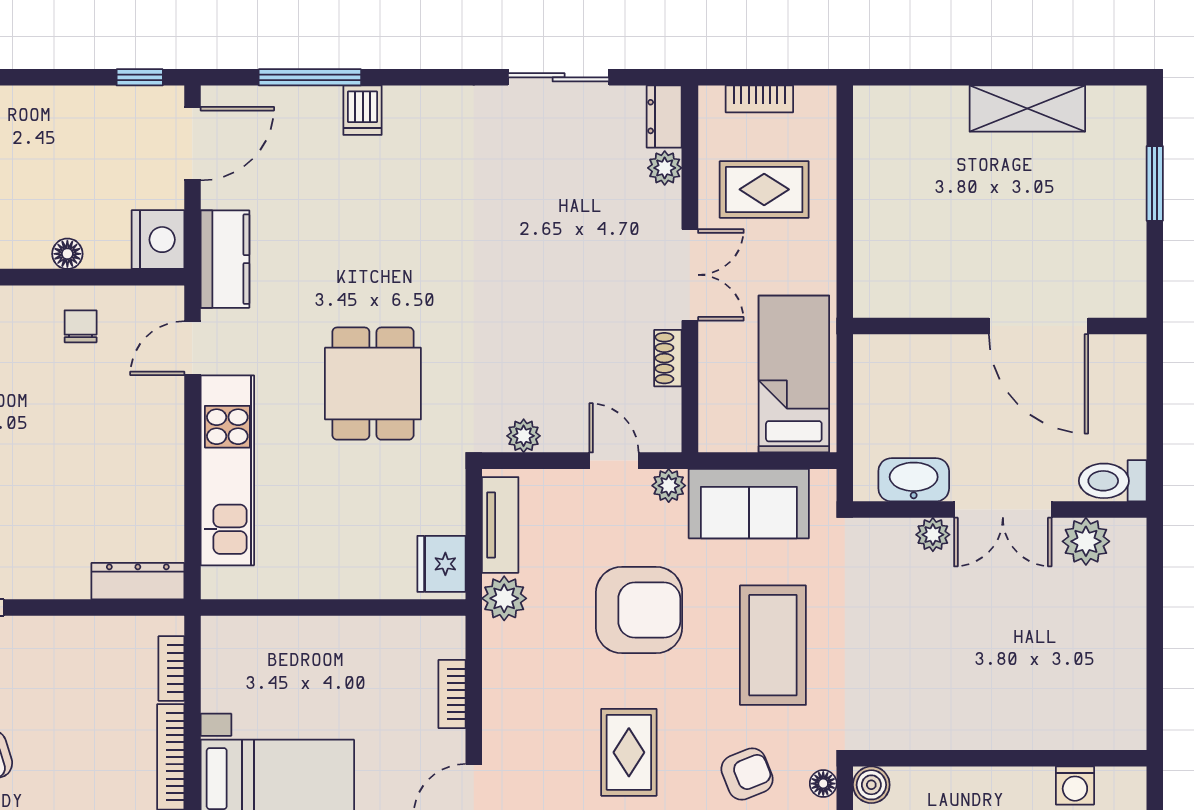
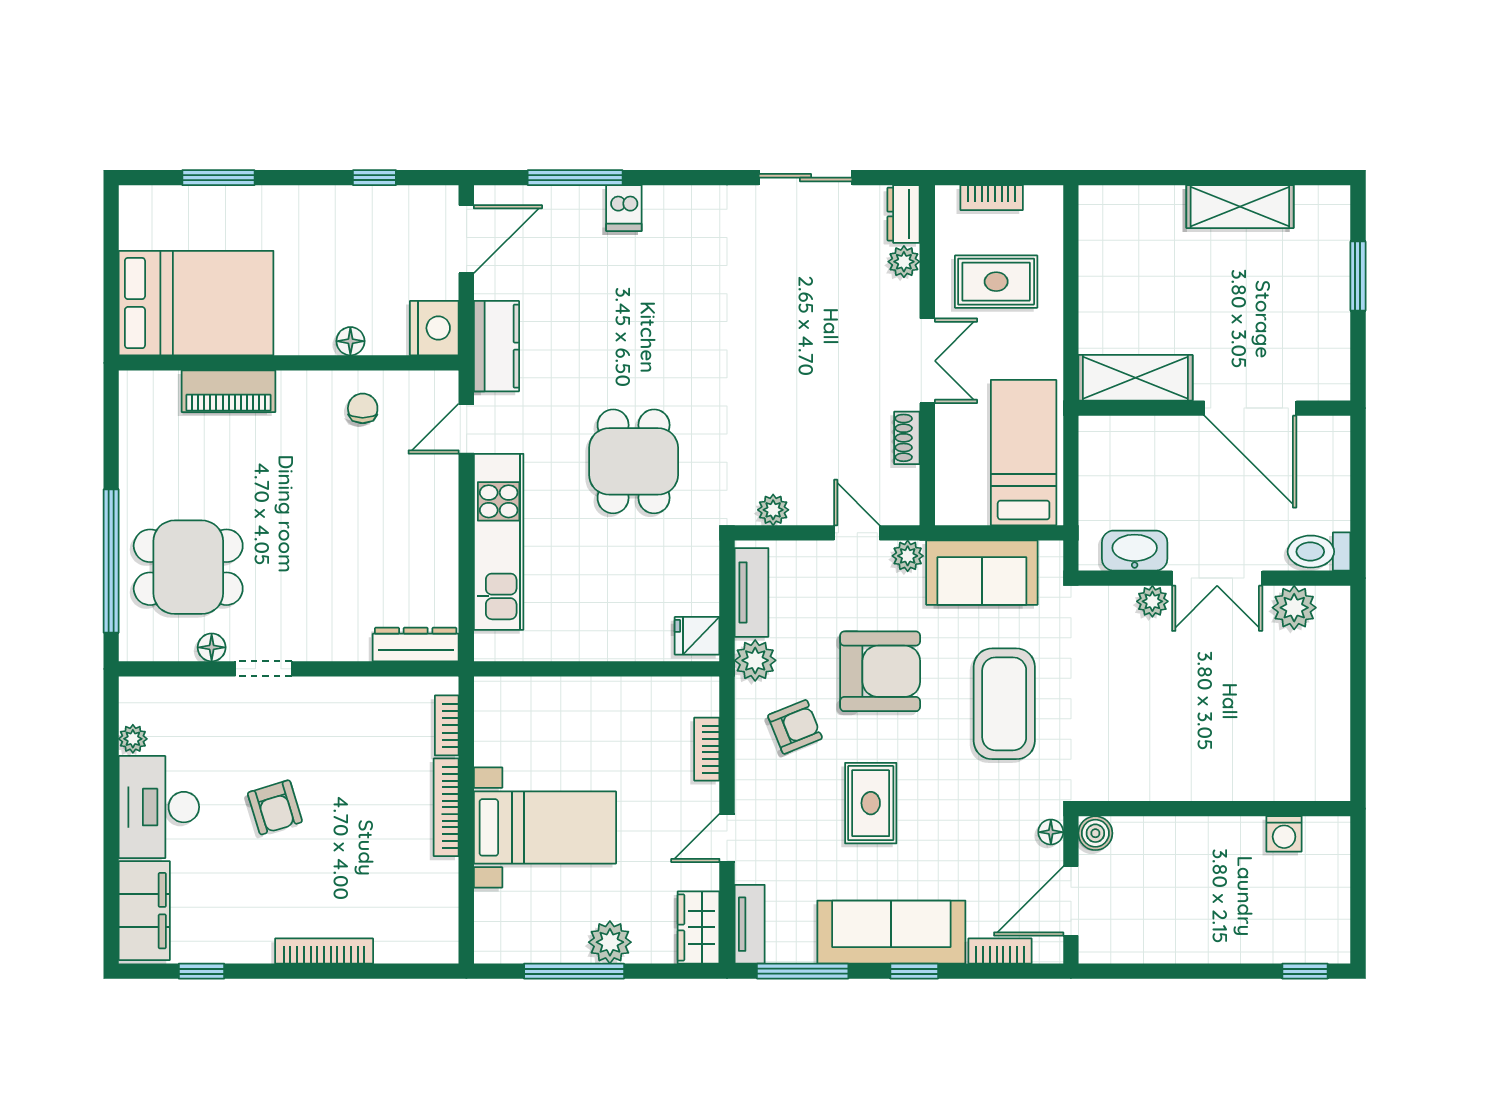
window: (140, 77) -> (374, 178), moved
shelving: (915, 293) -> (1135, 378), added
fridge: (441, 564) -> (697, 636), width x0.72
armchair: (747, 774) -> (795, 727), moved

